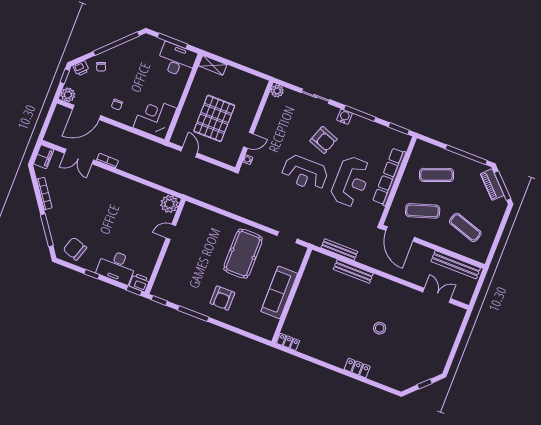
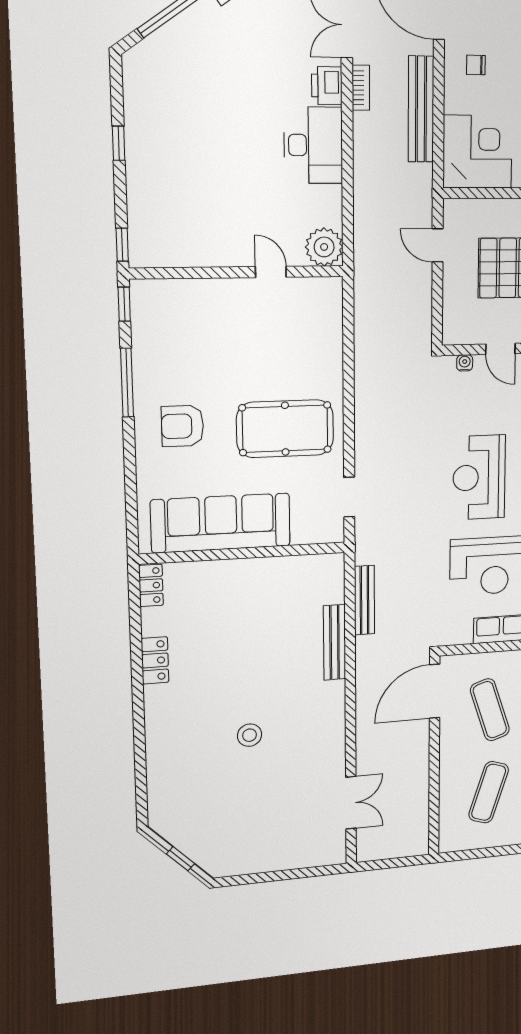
door: (189, 152) -> (438, 245), swing flipped
chair: (75, 249) -> (157, 87), removed
bench: (456, 265) -> (421, 109), moved
desk: (117, 267) -> (313, 145), moved, turned 180
printer: (139, 283) -> (327, 86), moved, turned 180
sofa: (279, 292) -> (221, 523), width x1.36, depth x1.27
locker: (357, 368) -> (155, 660), moved

